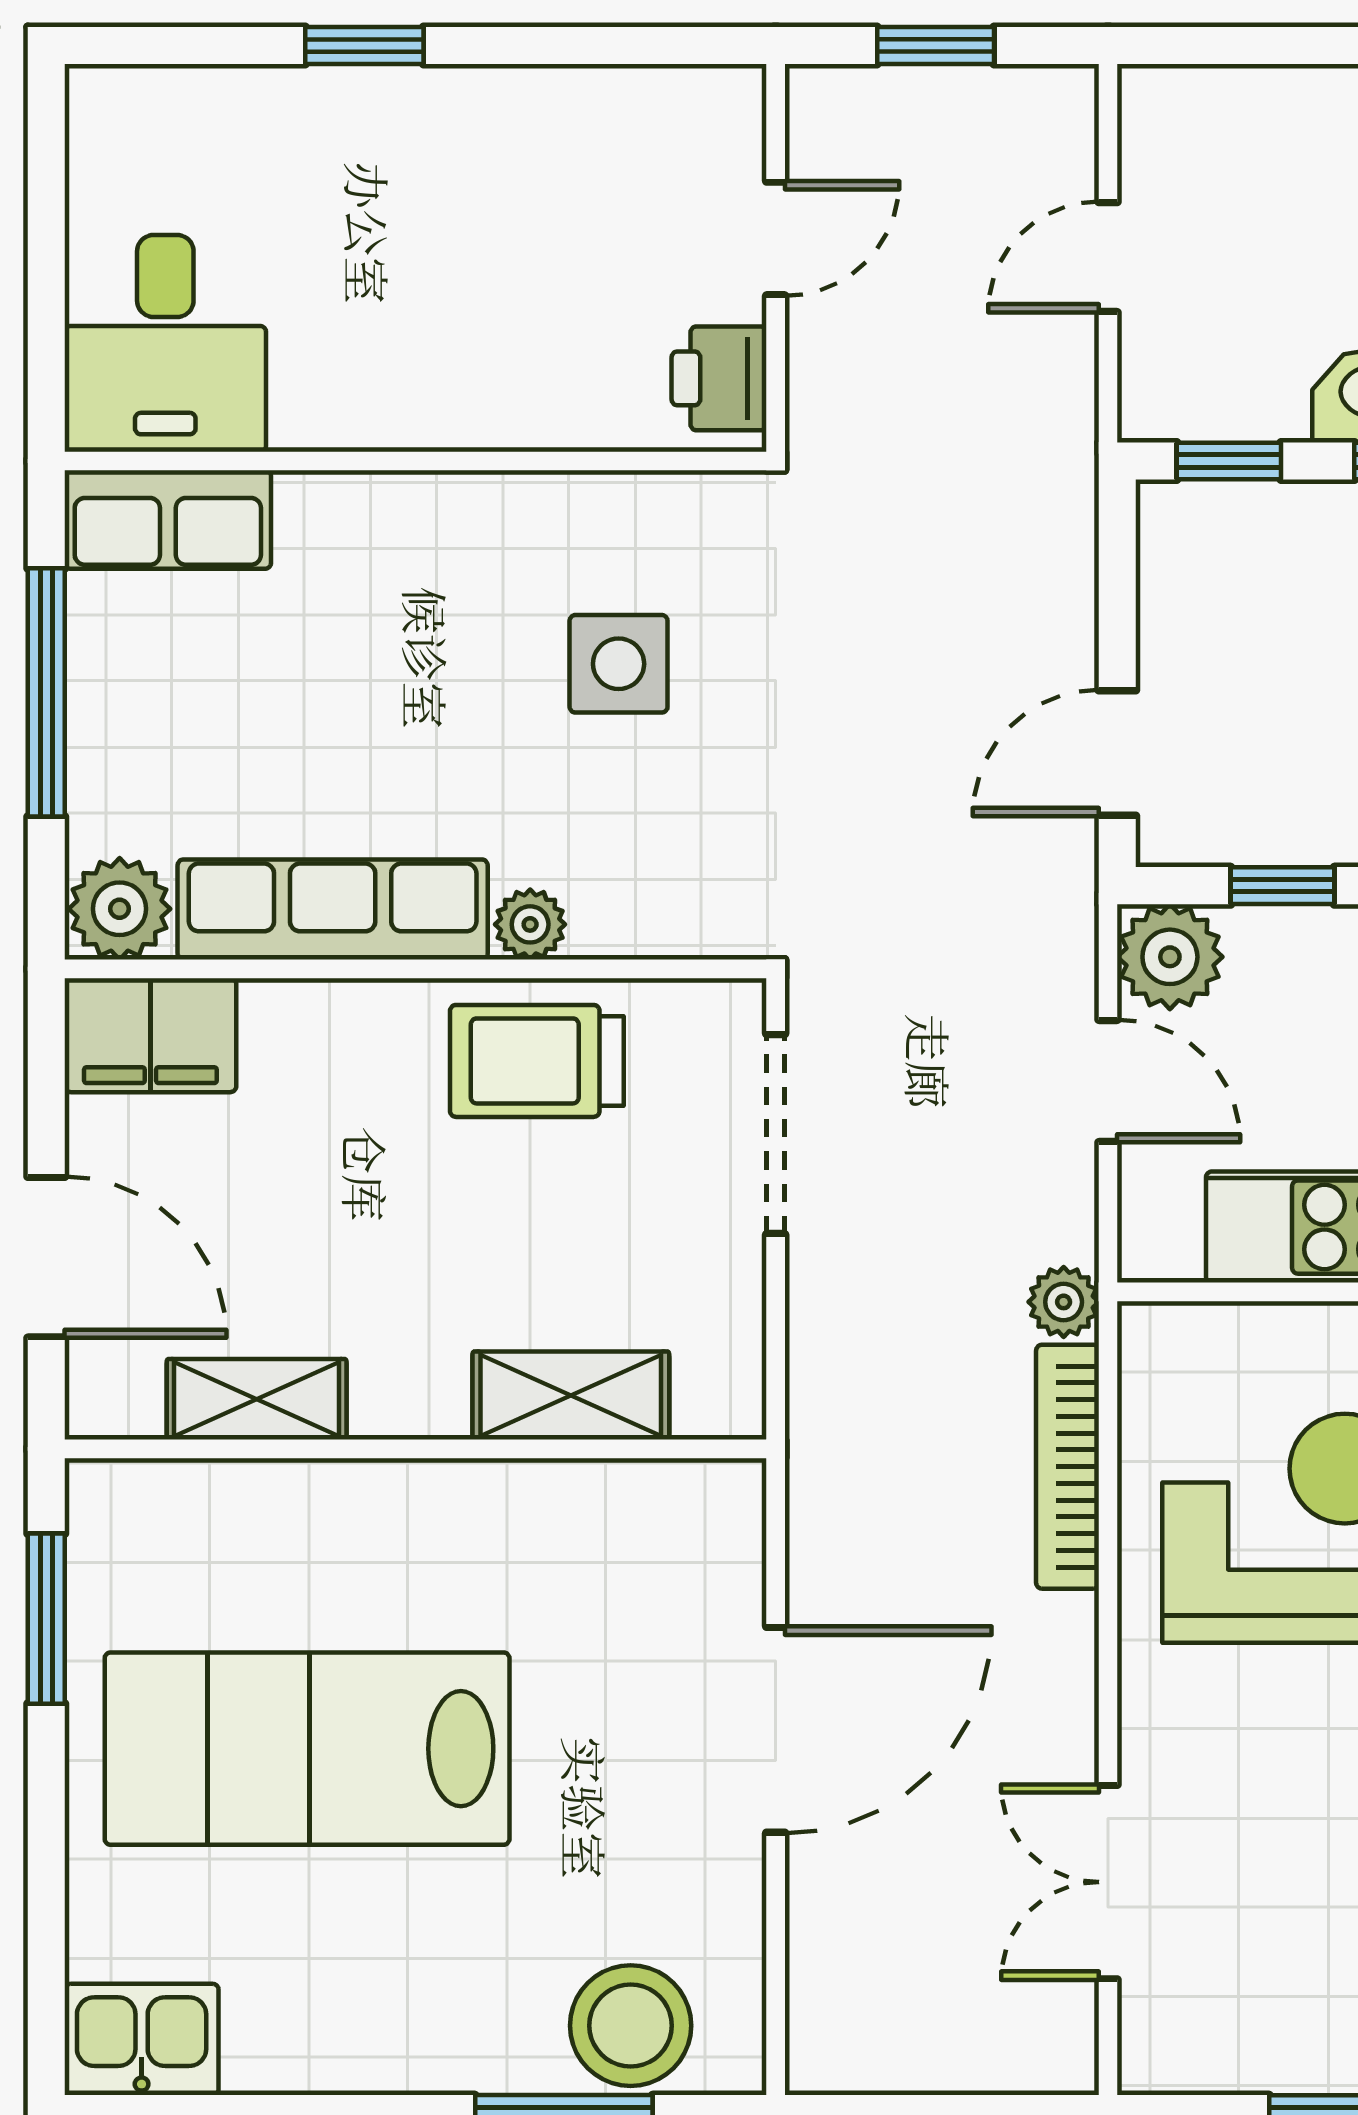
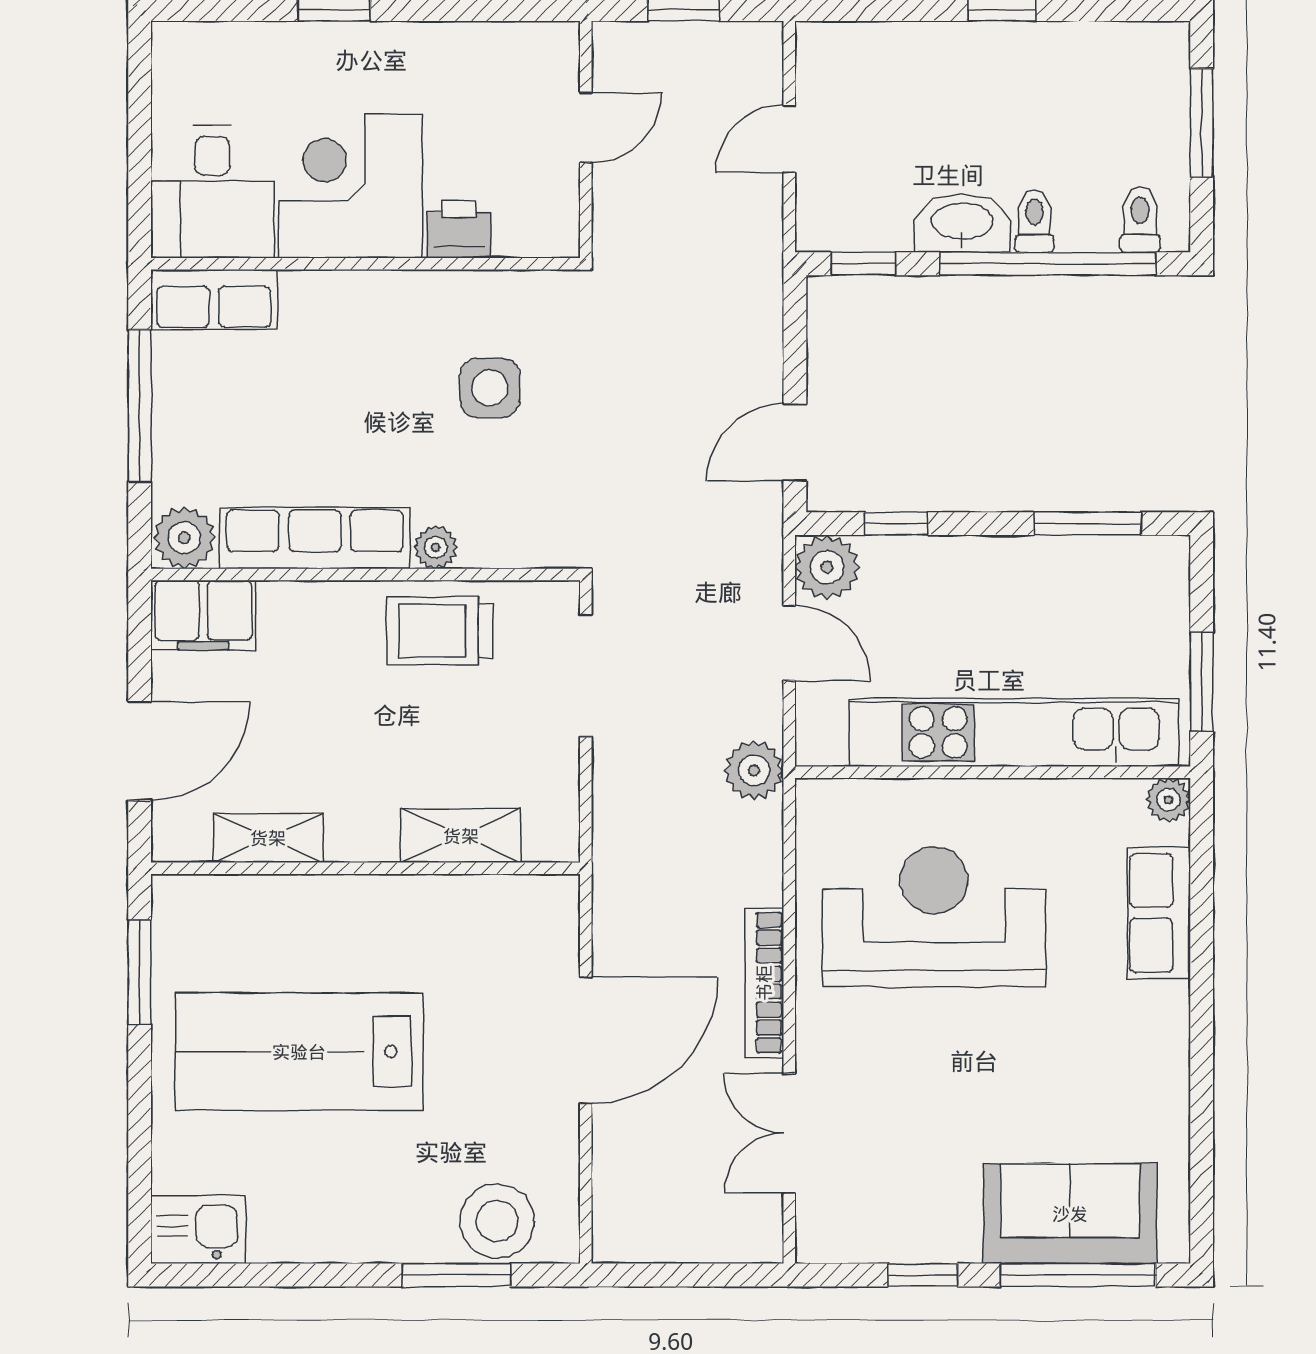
corner desk: (391, 334) -> (350, 186), added
printer: (719, 378) -> (459, 229), moved, turned 90
door: (46, 1257) -> (140, 751), hinge flipped
plant: (1064, 1302) -> (754, 770), width x1.38, depth x1.38
bookcase: (1068, 1467) -> (764, 983), moved

